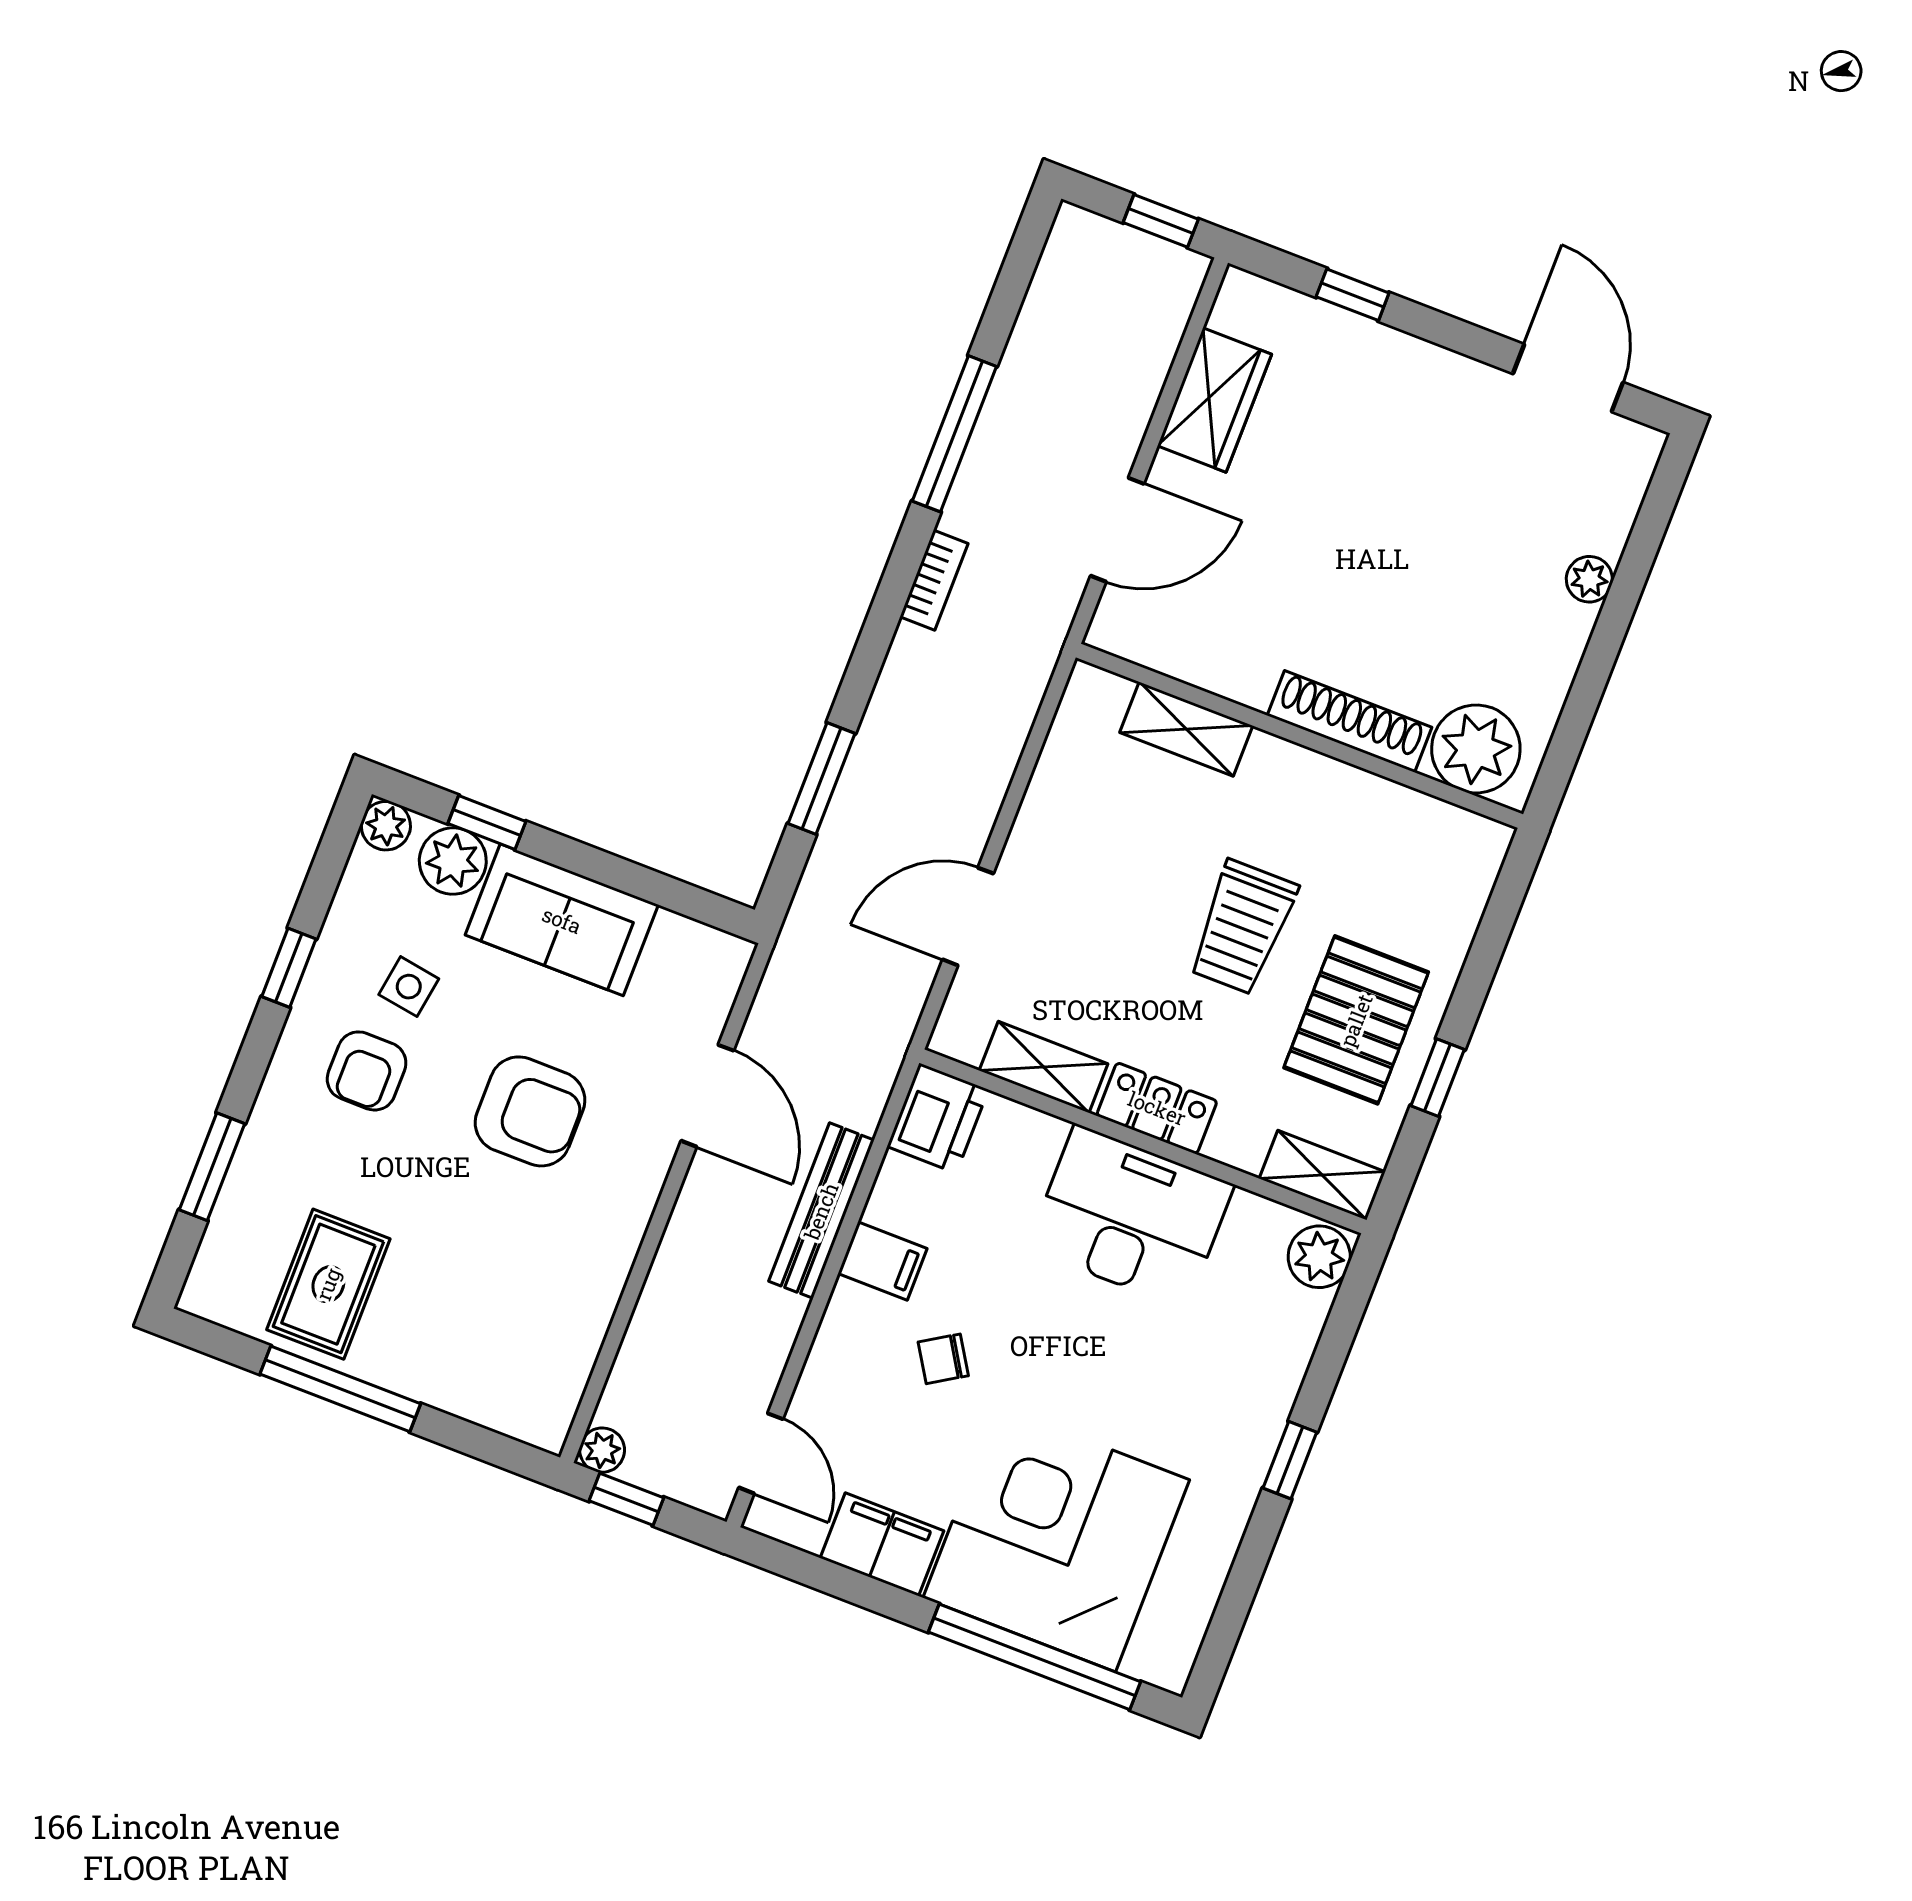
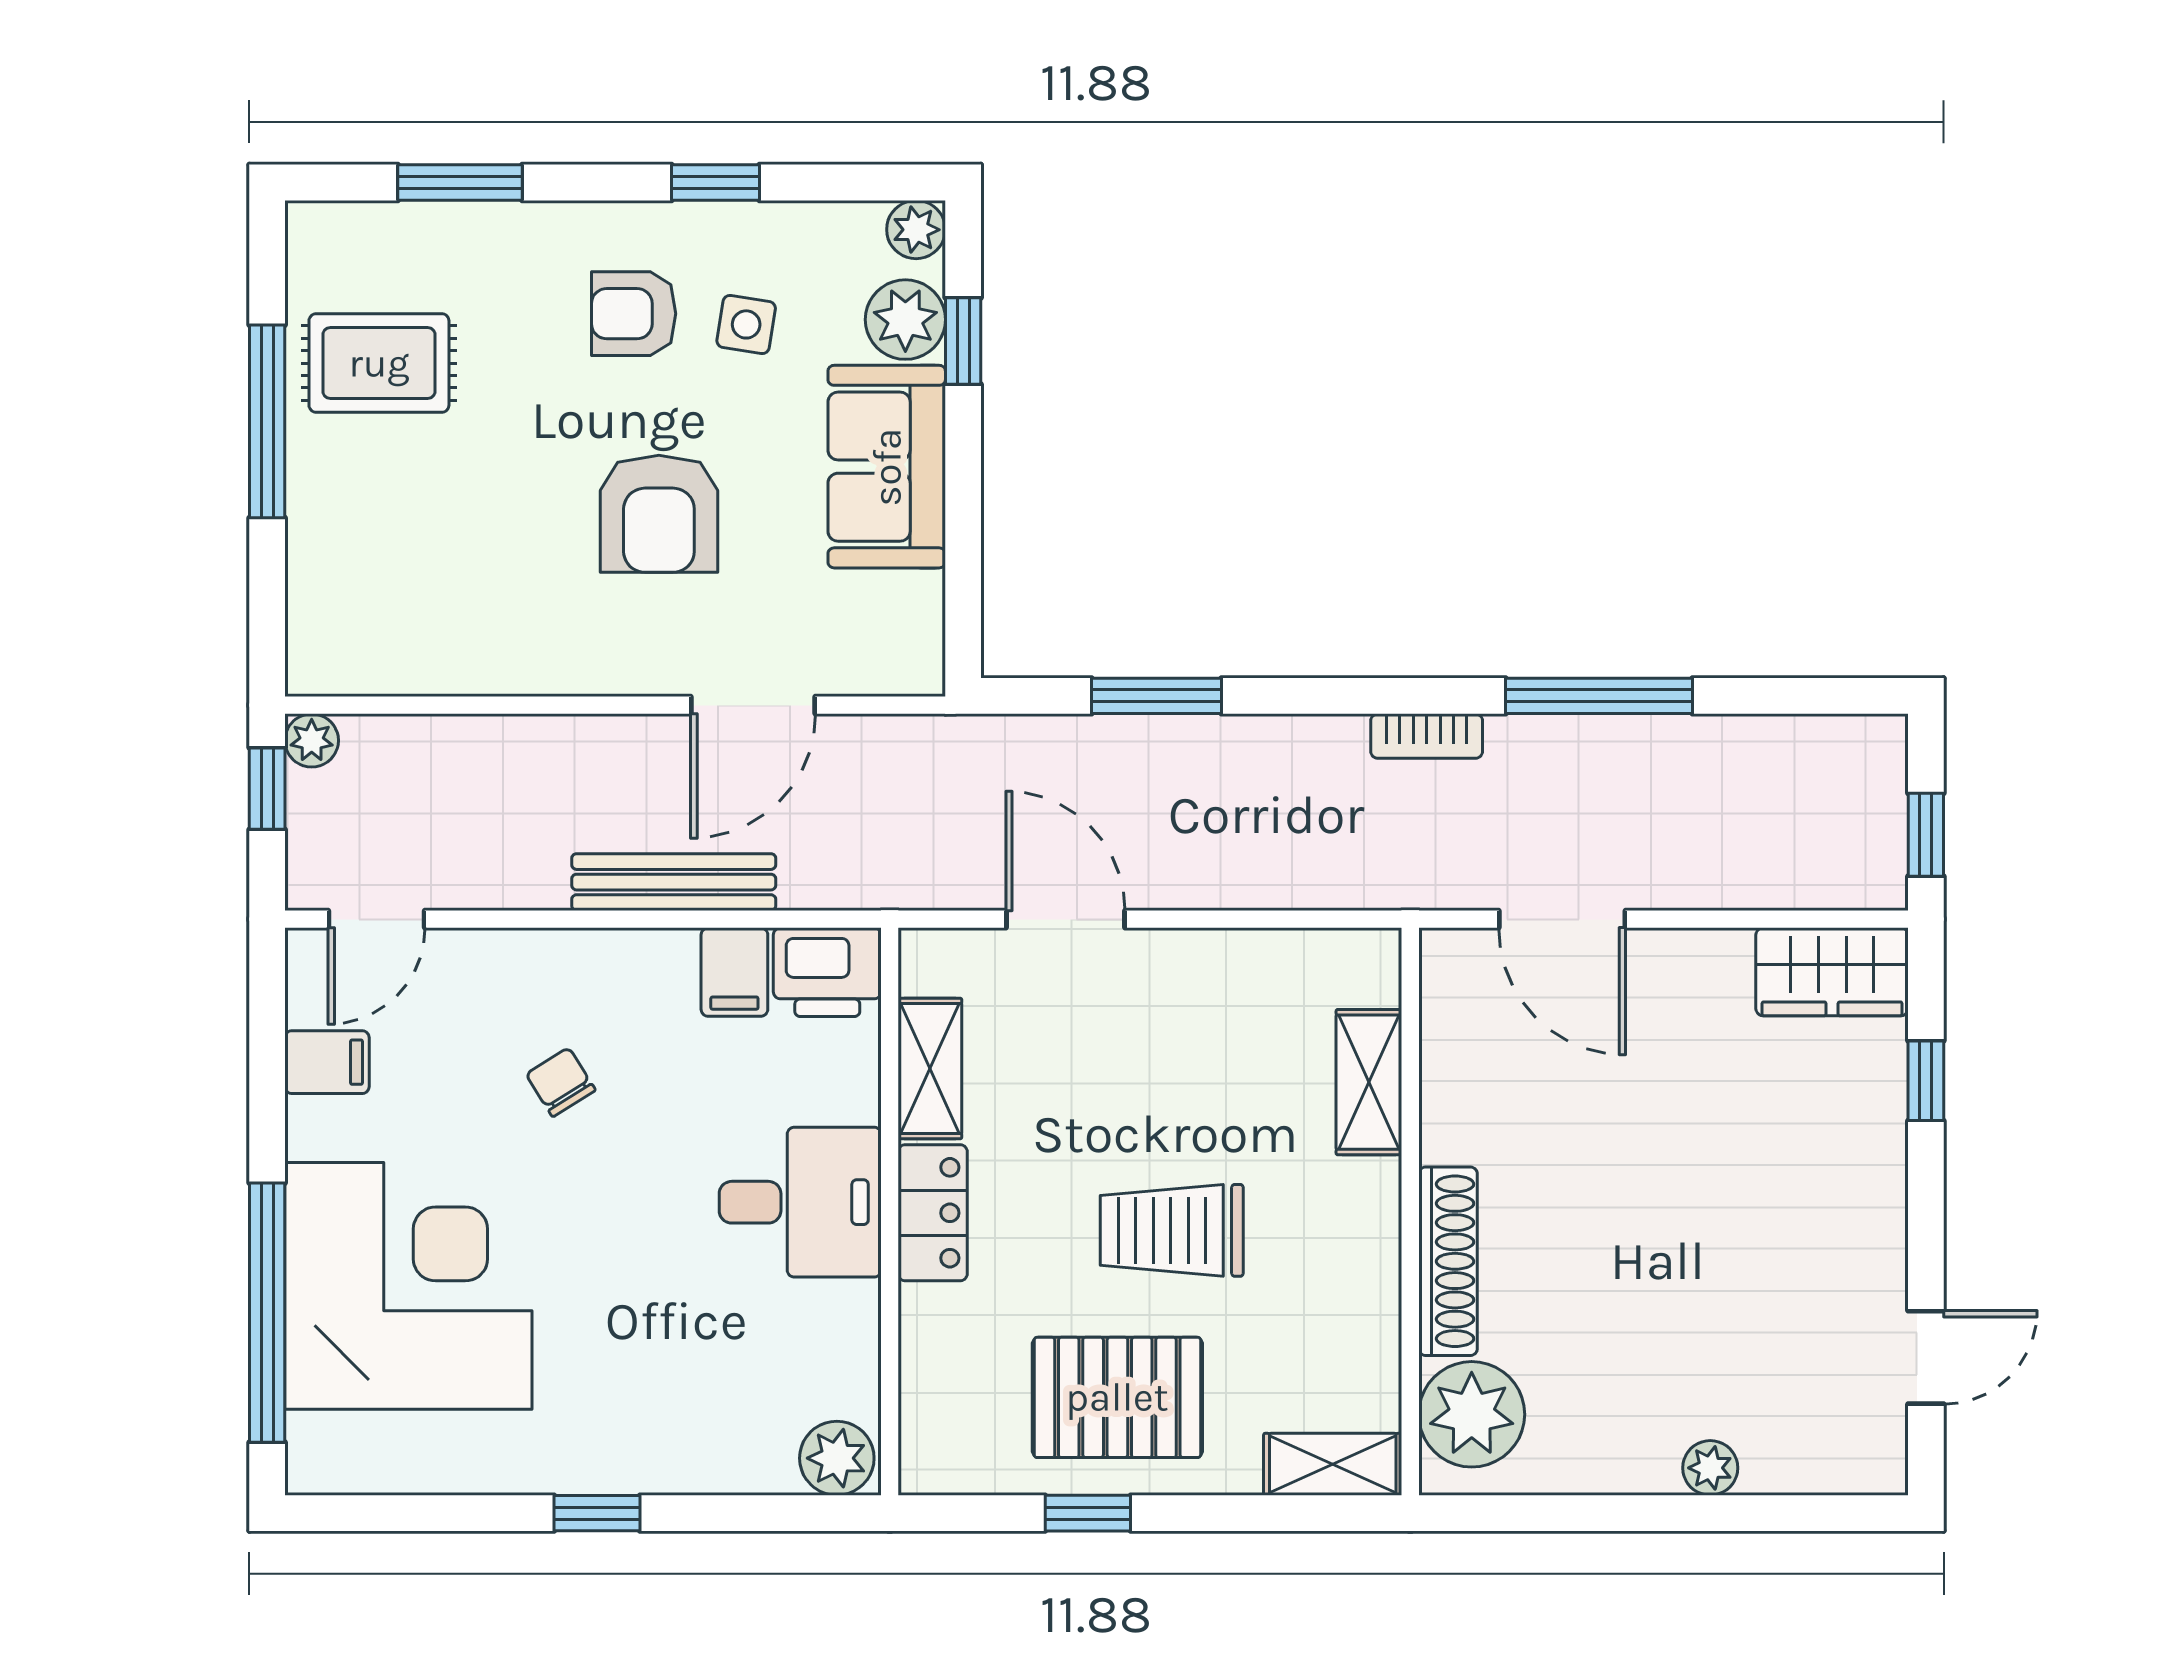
door: (1568, 378) -> (1926, 1357), width x0.73
wardrobe: (1214, 400) -> (1832, 972), moved
shelving: (1322, 1175) -> (1333, 1464), moved, turned 90
desk: (1131, 1217) -> (800, 1202), width x0.73
filing cabinet: (882, 1261) -> (734, 972), moved
filing cabinet: (882, 1544) -> (327, 1062), width x0.50

